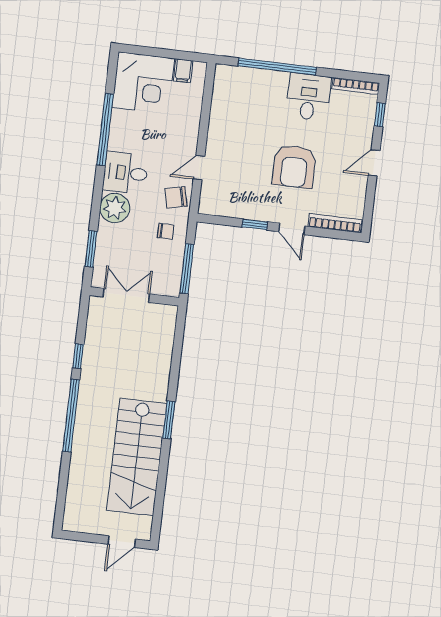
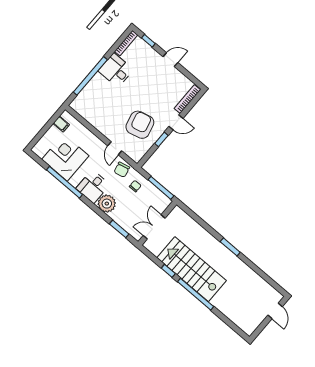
corner desk: (143, 83) -> (65, 158), moved, turned -90
door: (374, 163) -> (170, 60), swing flipped
armchair: (294, 166) -> (140, 125), moved, turned -104
stairs: (137, 457) -> (192, 269), moved, turned 180

